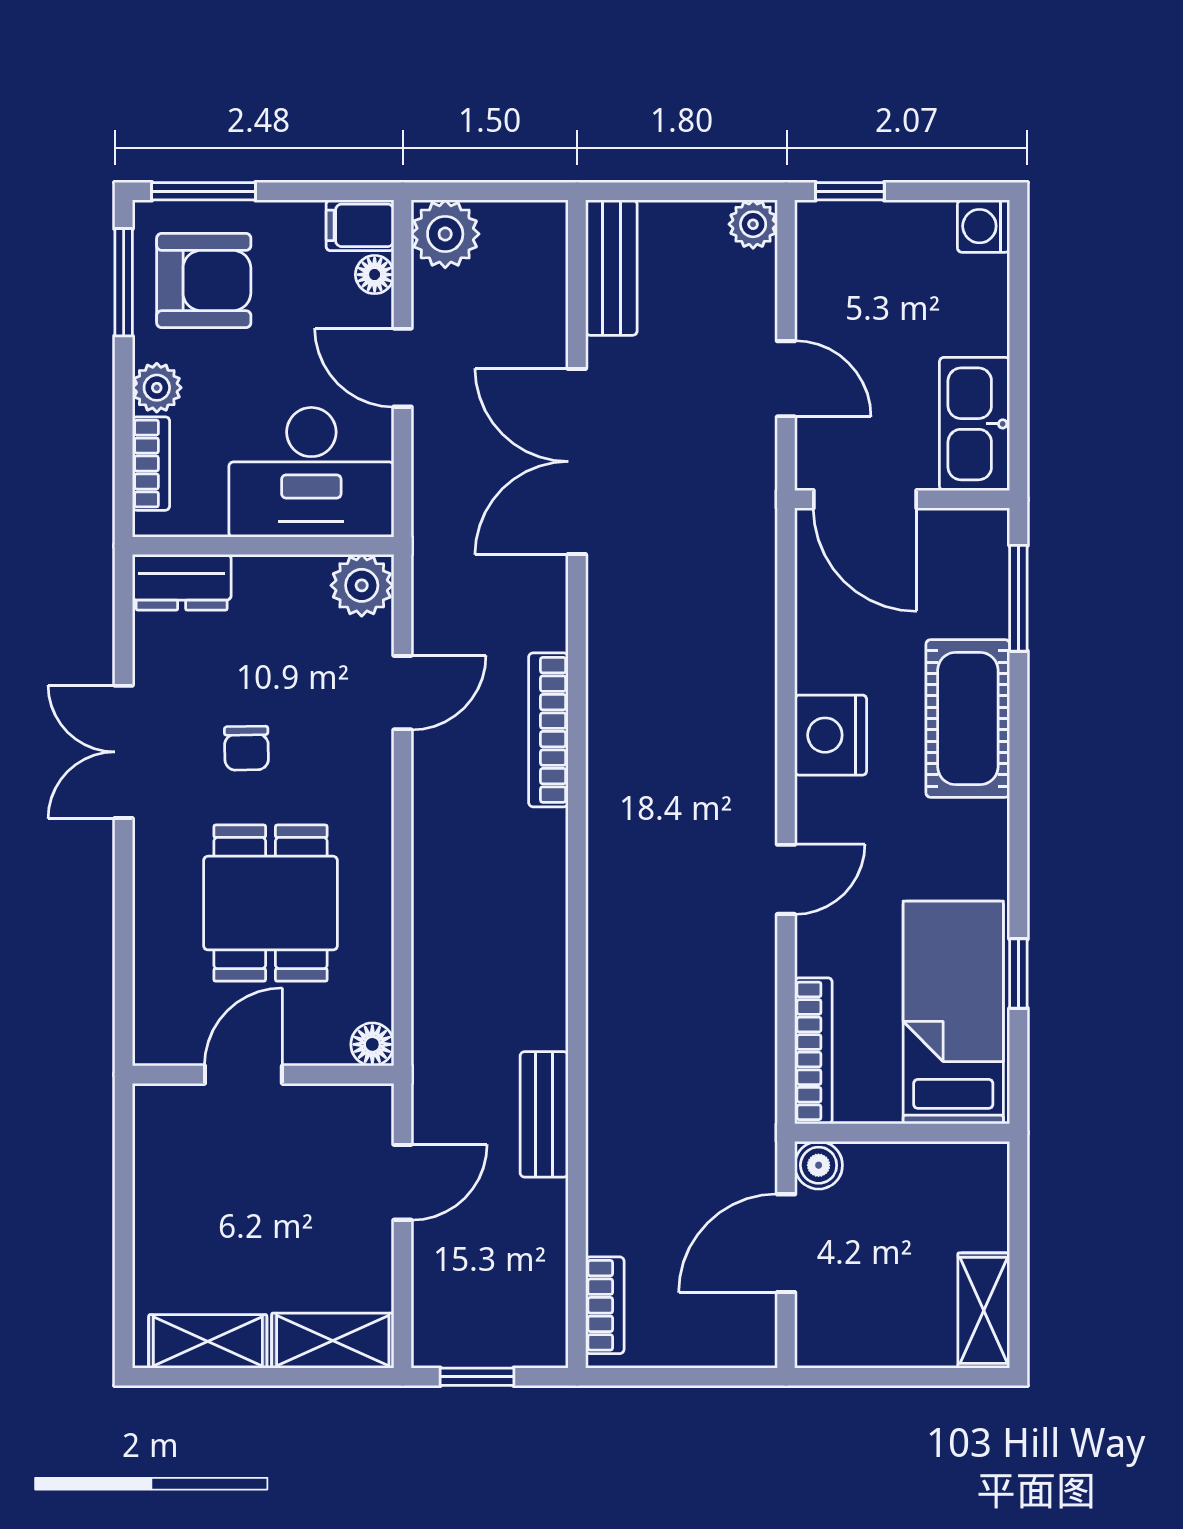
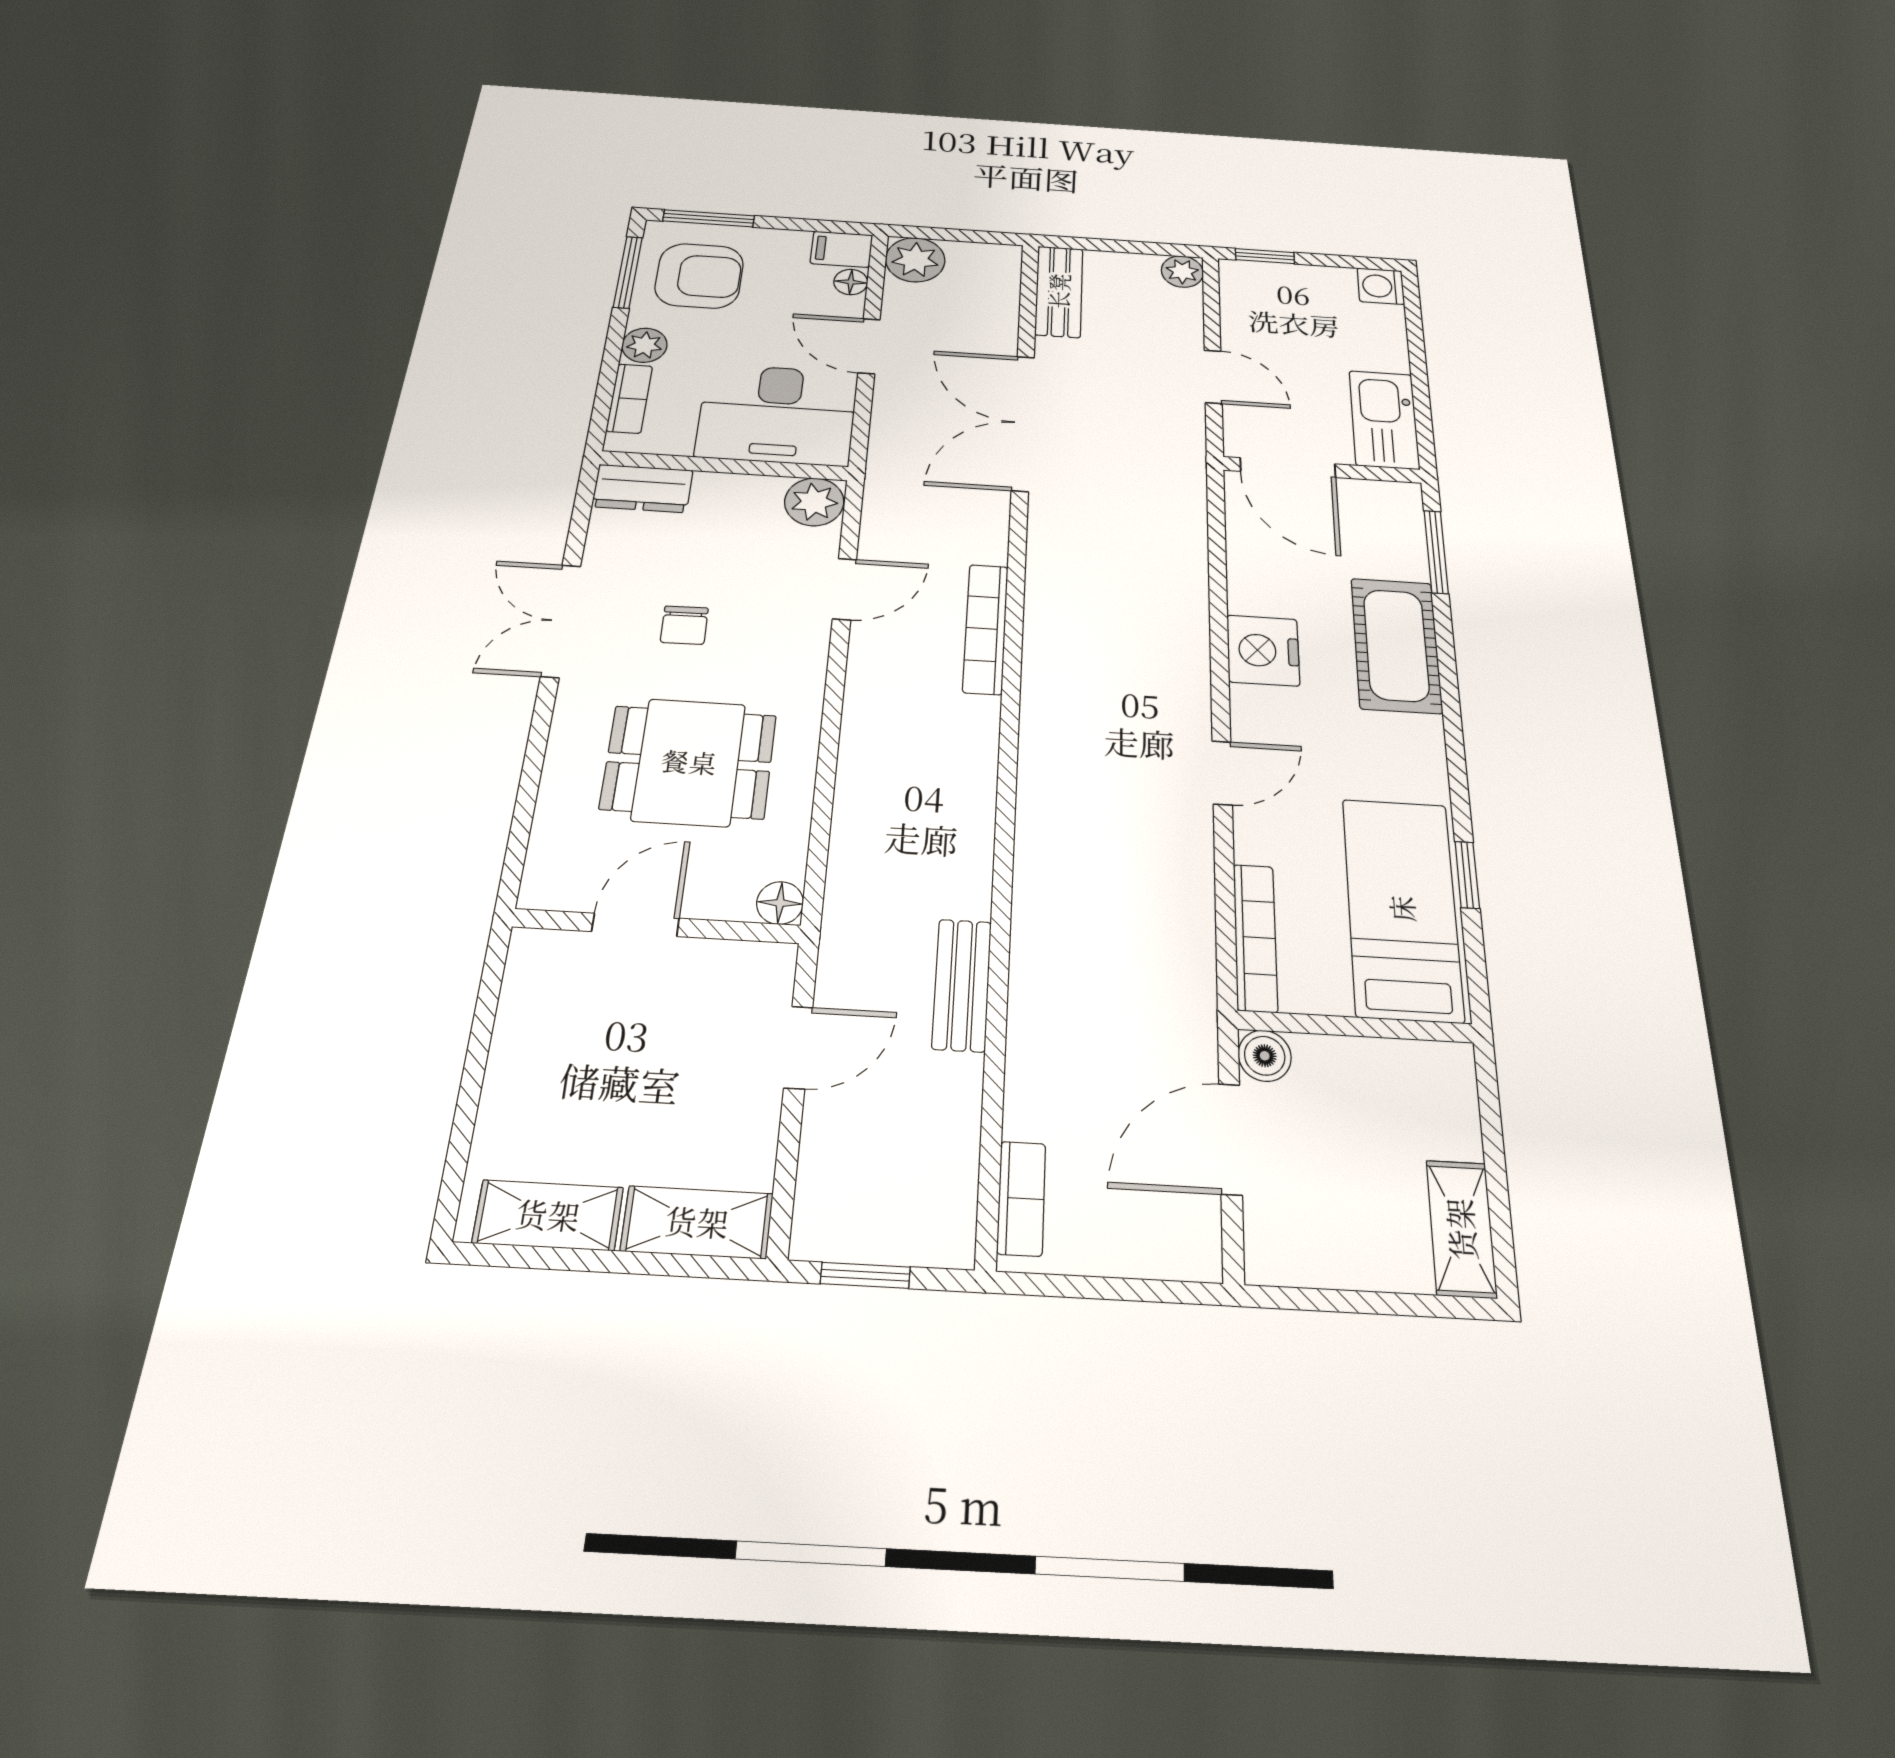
dining table: (270, 903) -> (689, 762), turned 90

